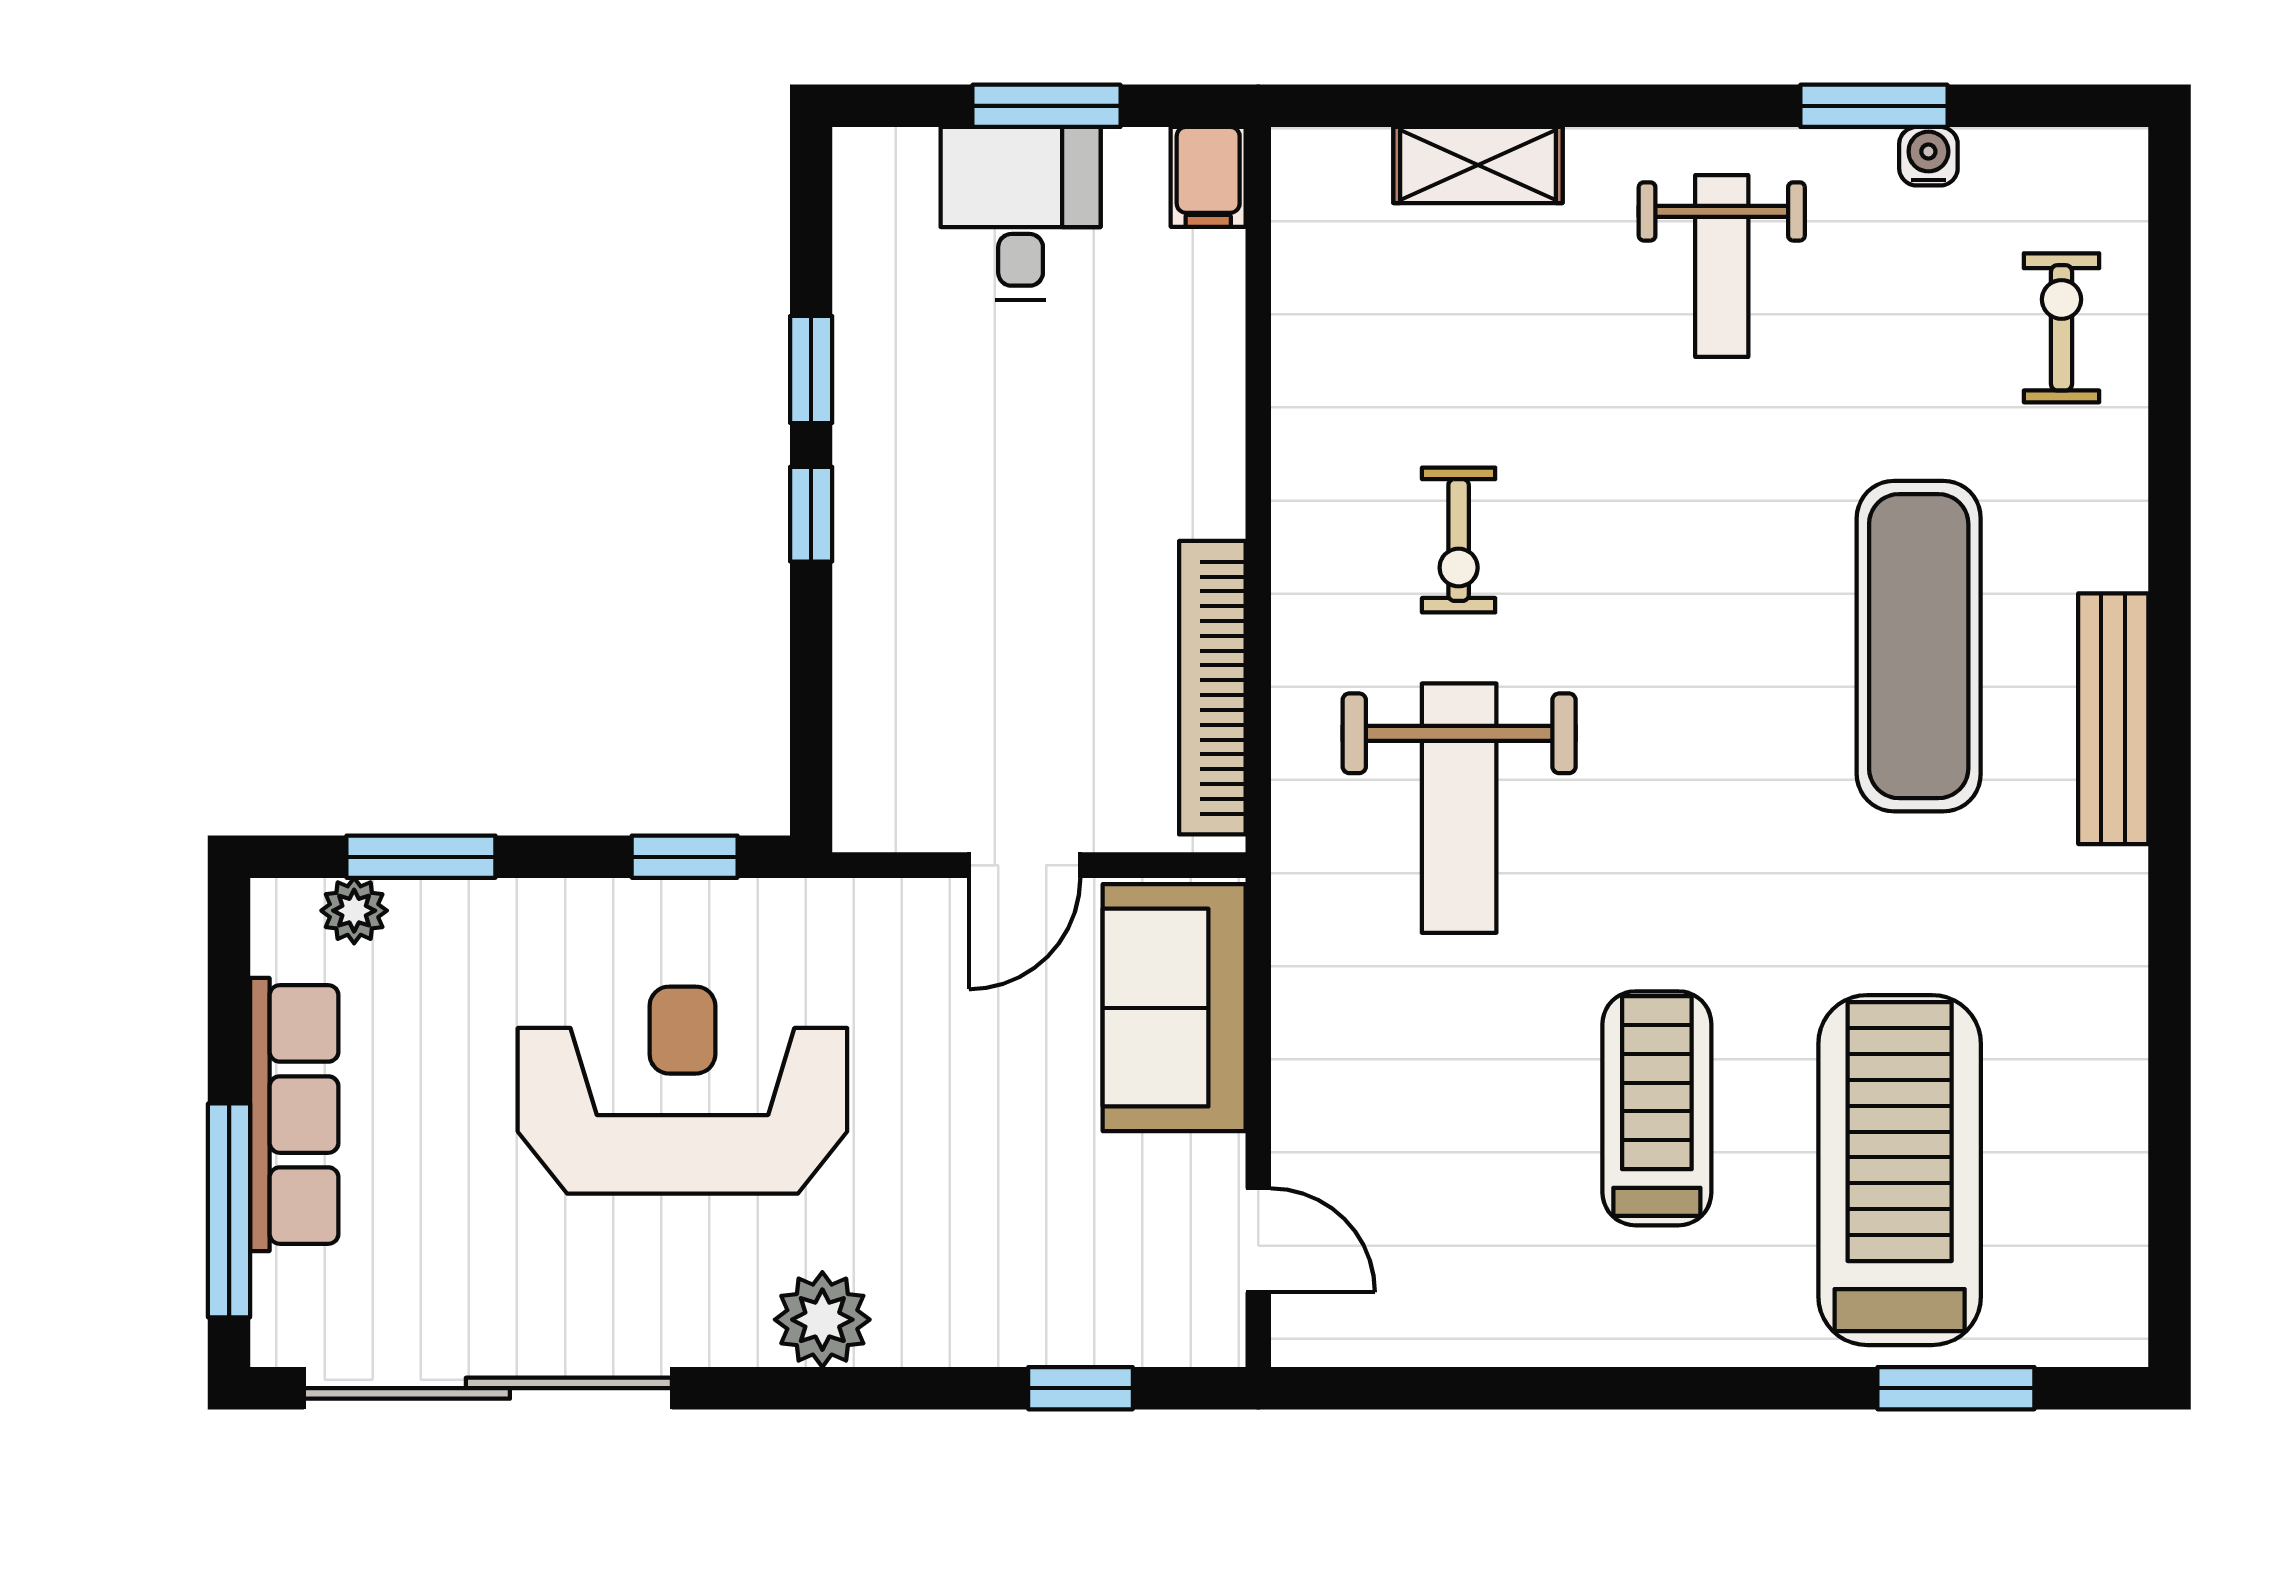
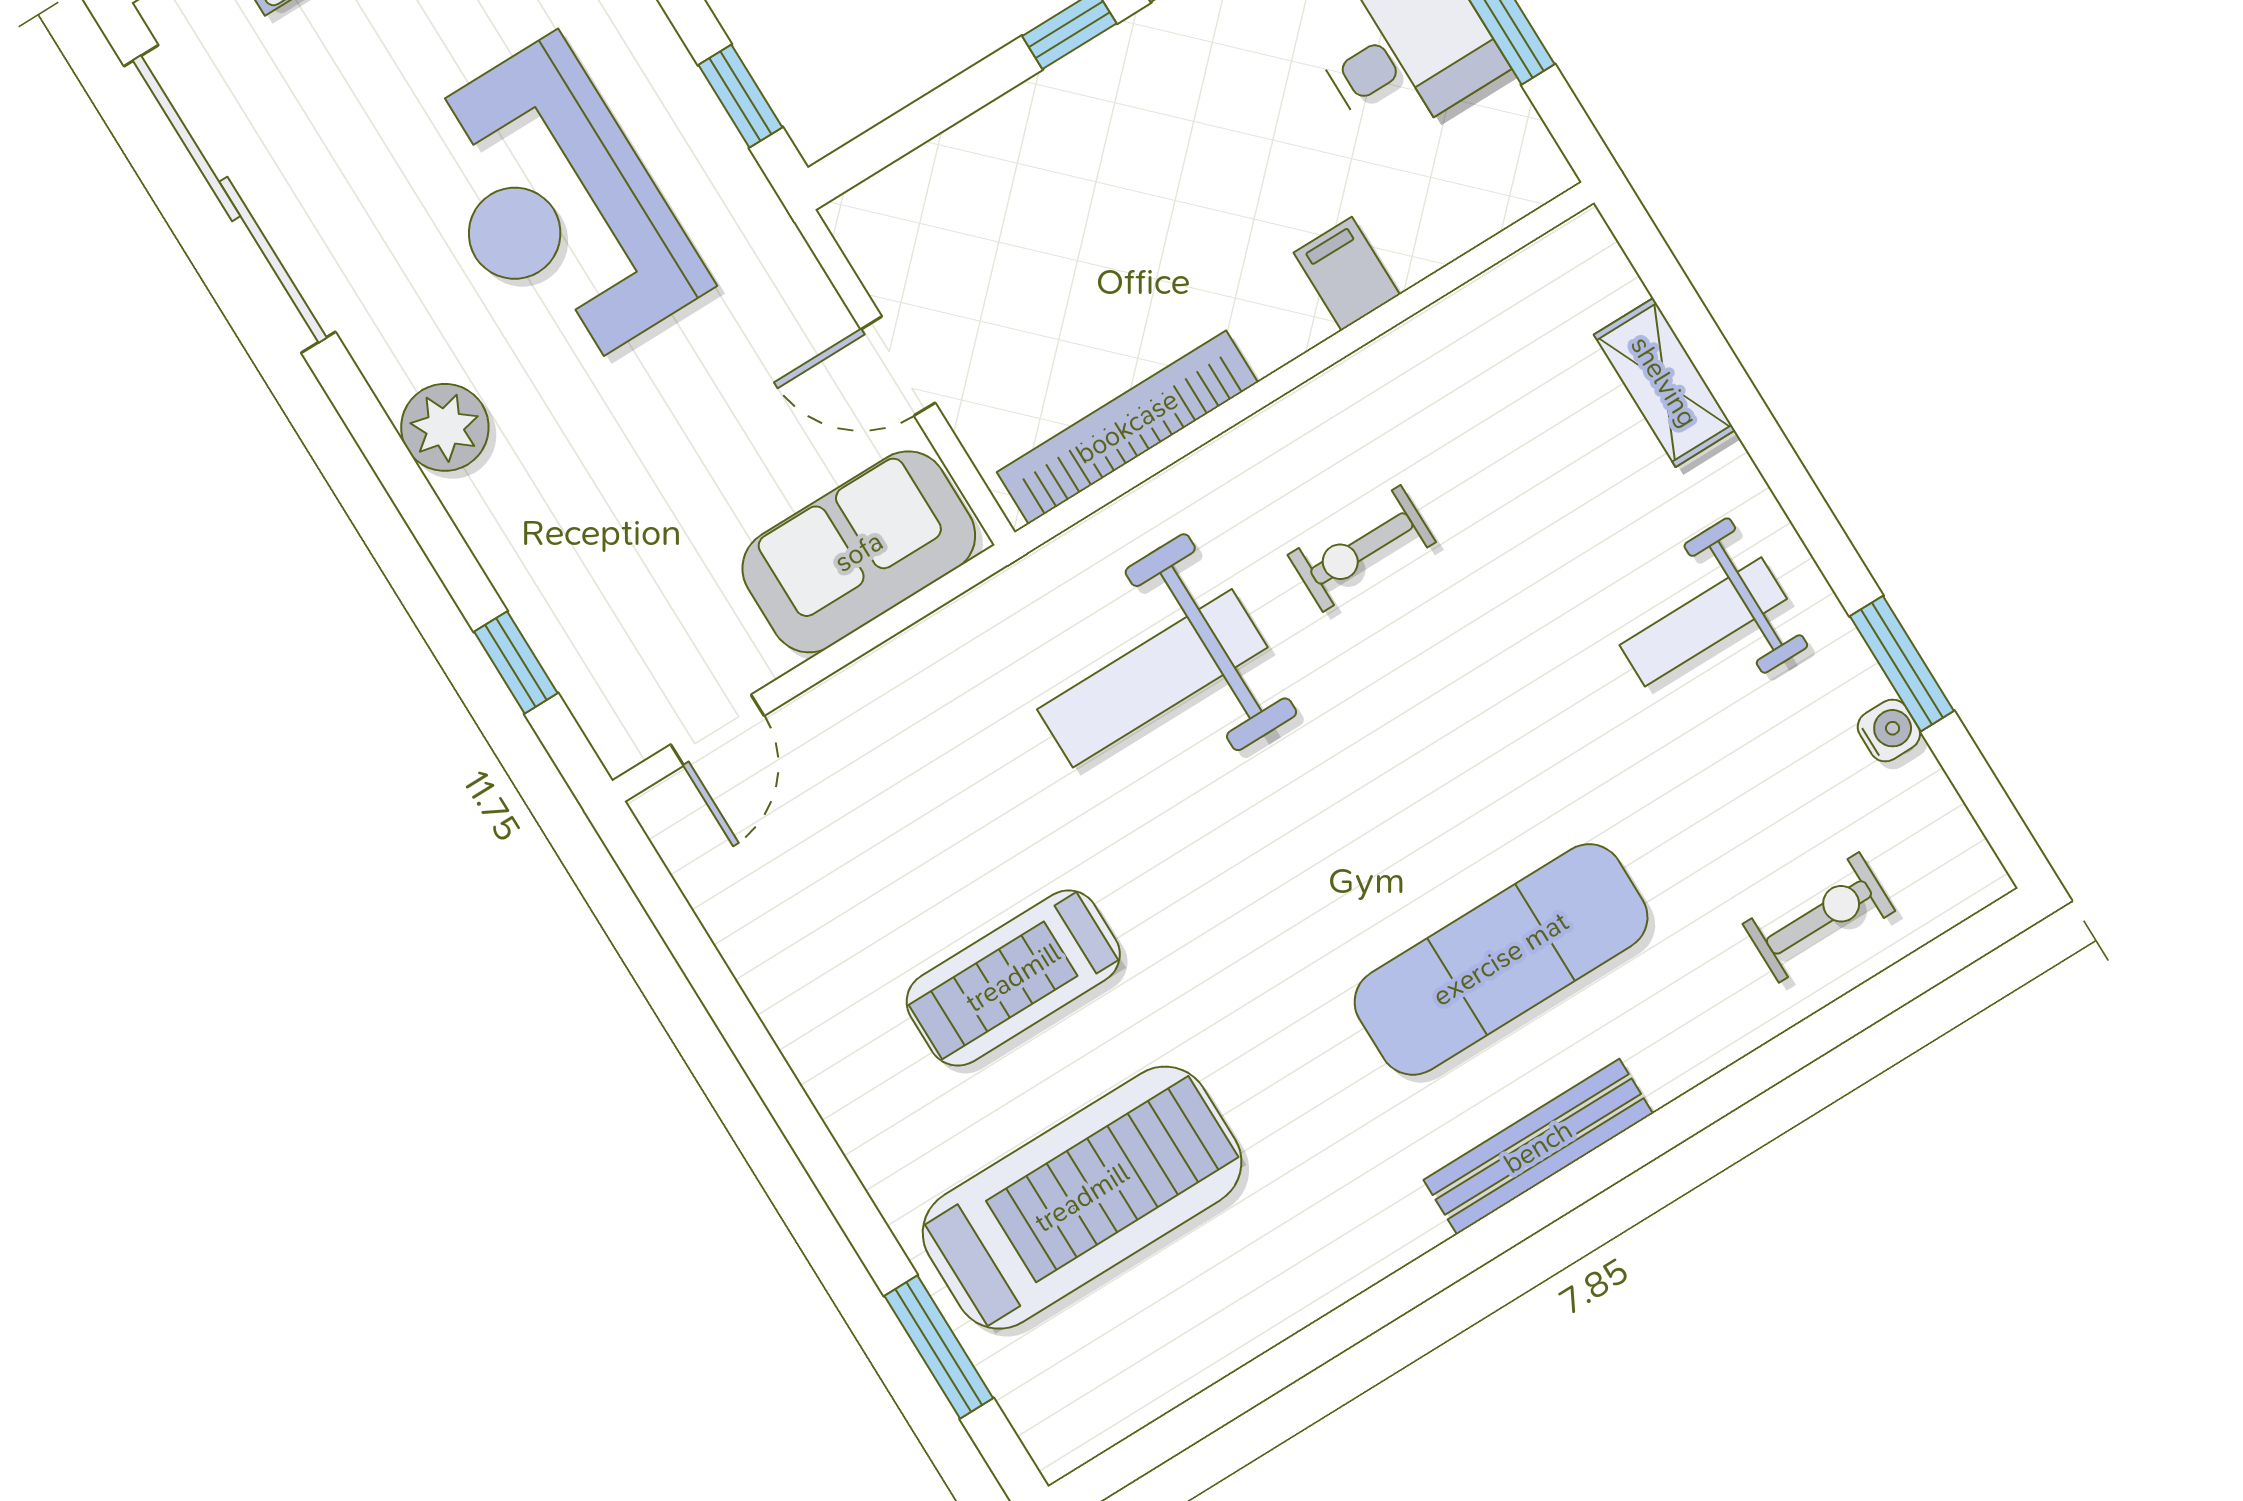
filing cabinet: (1208, 177) -> (1347, 274), moved, turned 90
reception desk: (682, 1090) -> (557, 207), turned 180
treadmill: (1657, 1108) -> (1013, 978), turned 180

